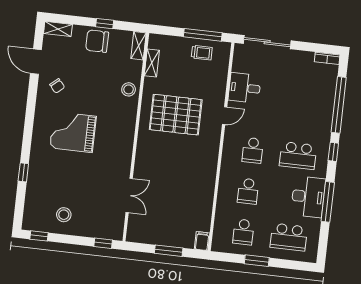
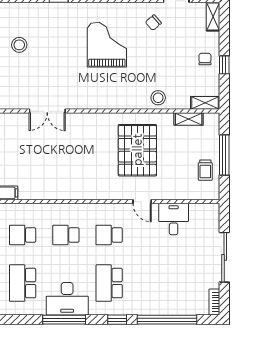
window: (203, 35) -> (224, 155), moved
chair: (97, 41) -> (205, 59), width x0.54, depth x0.54
sliding door: (267, 42) -> (224, 257), moved

